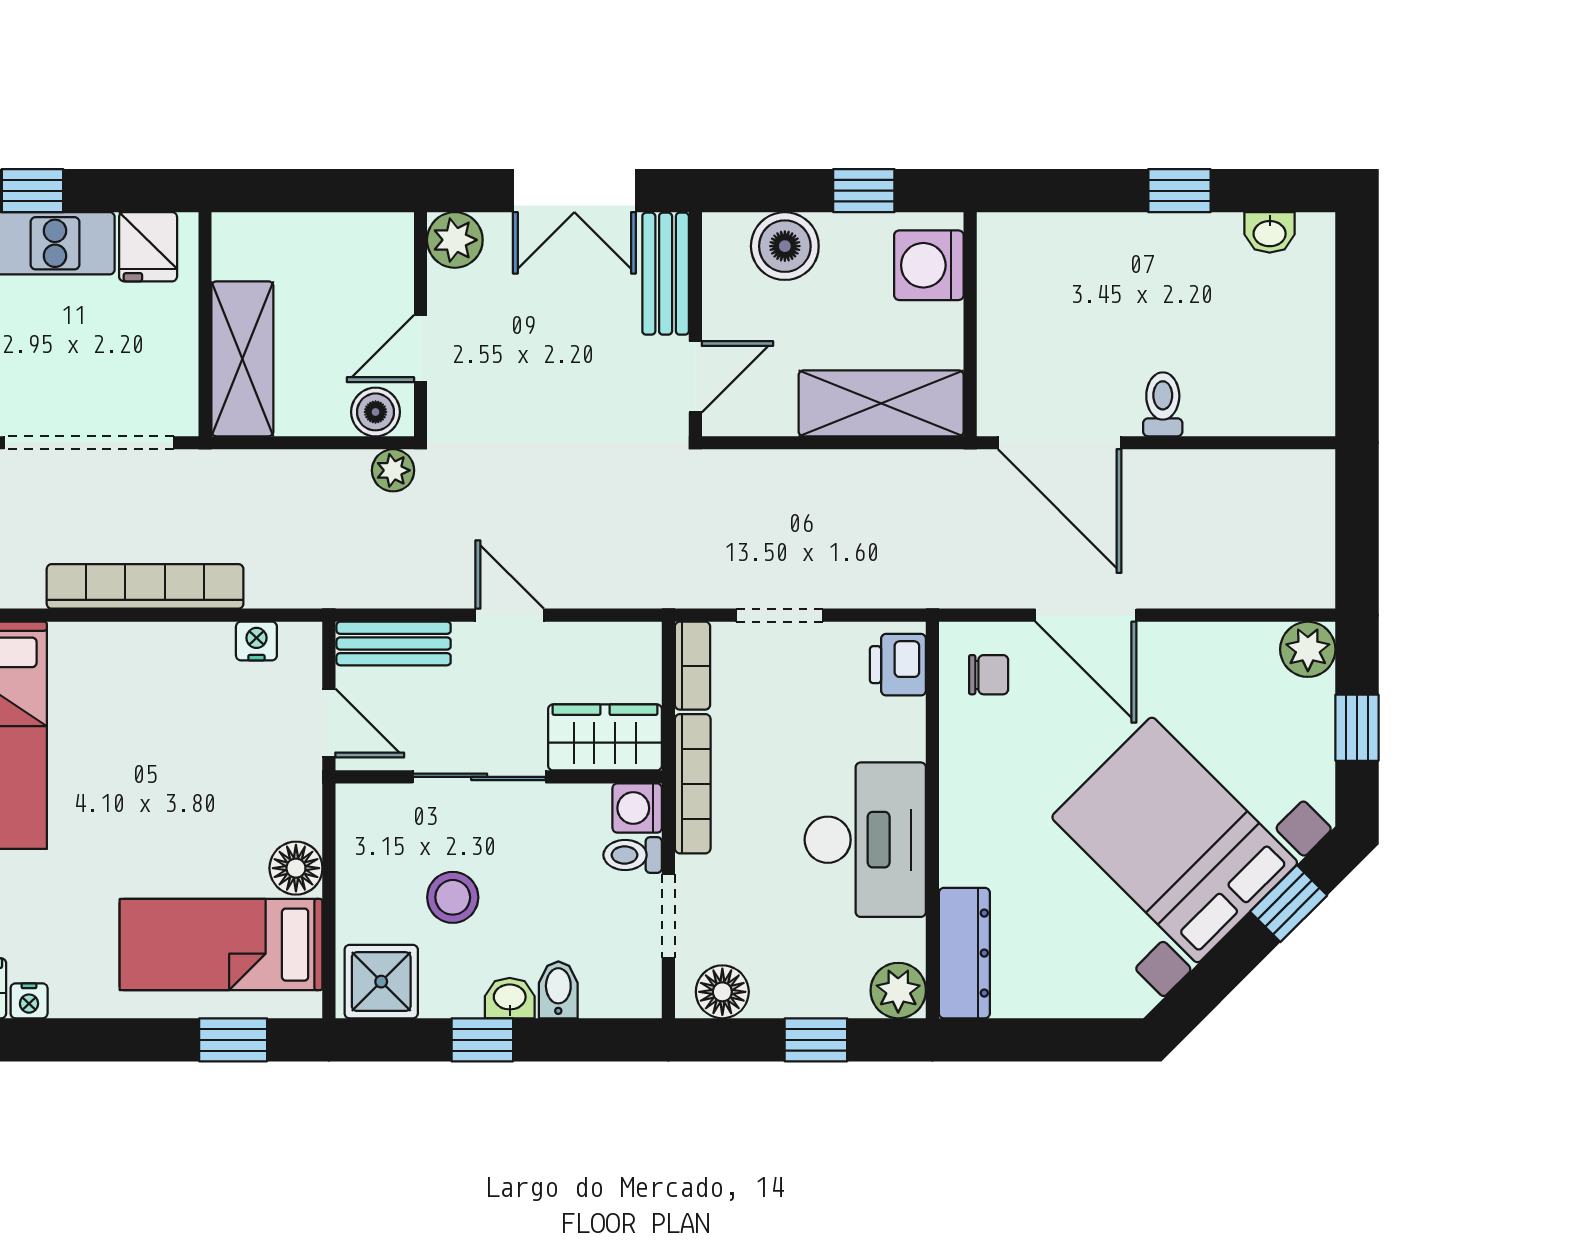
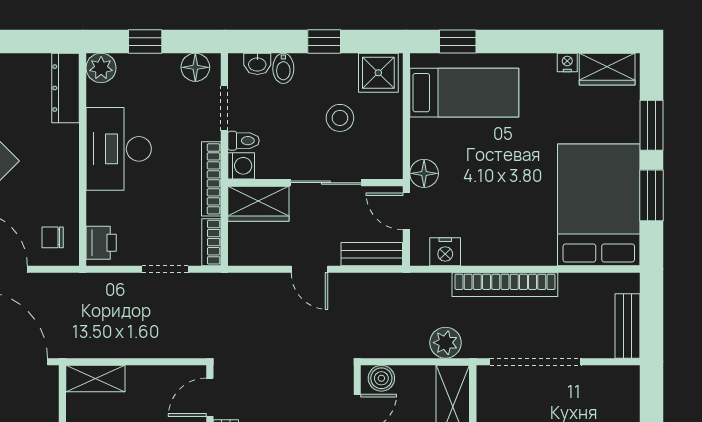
shelving: (881, 403) -> (95, 378), width x0.67, depth x0.75
plant: (393, 470) -> (445, 343), moved, width x1.38, depth x1.38
nightstand: (256, 641) -> (445, 252), width x1.39, depth x1.35
floor lamp: (296, 868) -> (424, 173), moved
washbasin: (510, 998) -> (257, 64), moved

